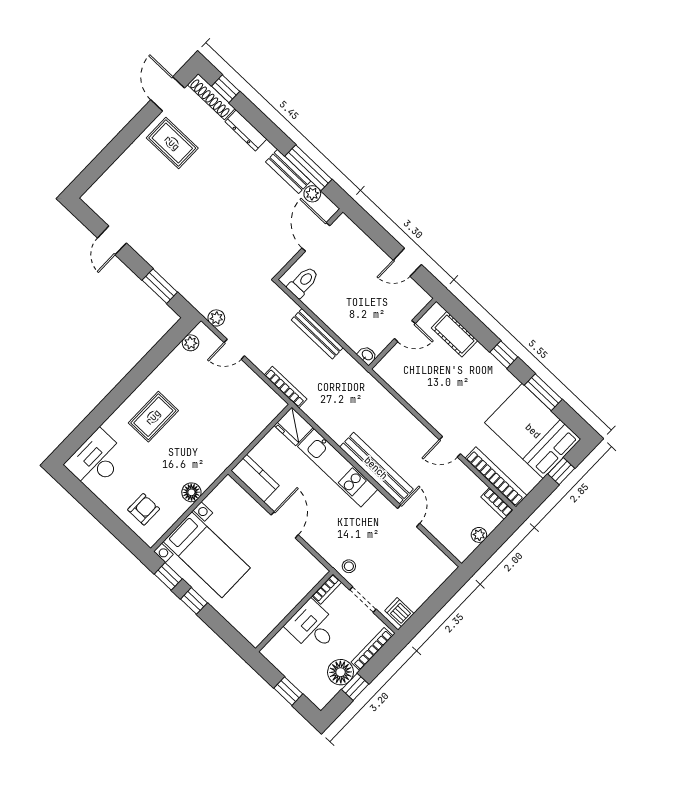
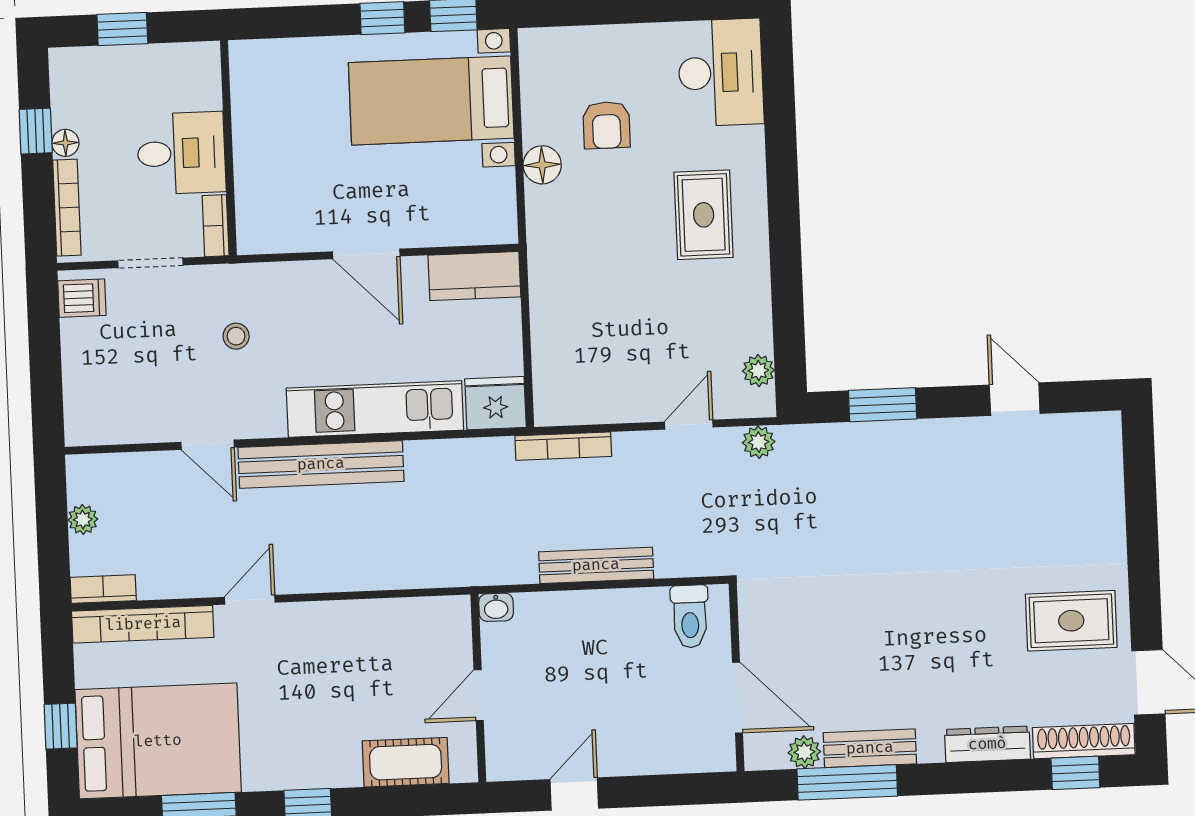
armchair: (144, 509) -> (606, 125), moved
stool: (349, 566) -> (236, 336), moved
floor lamp: (341, 672) -> (65, 143), width x0.53, depth x0.53

